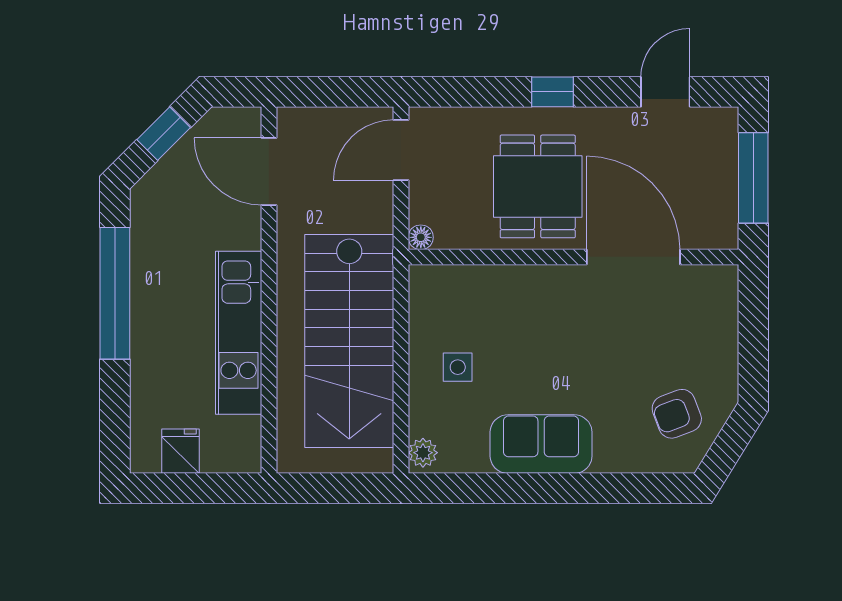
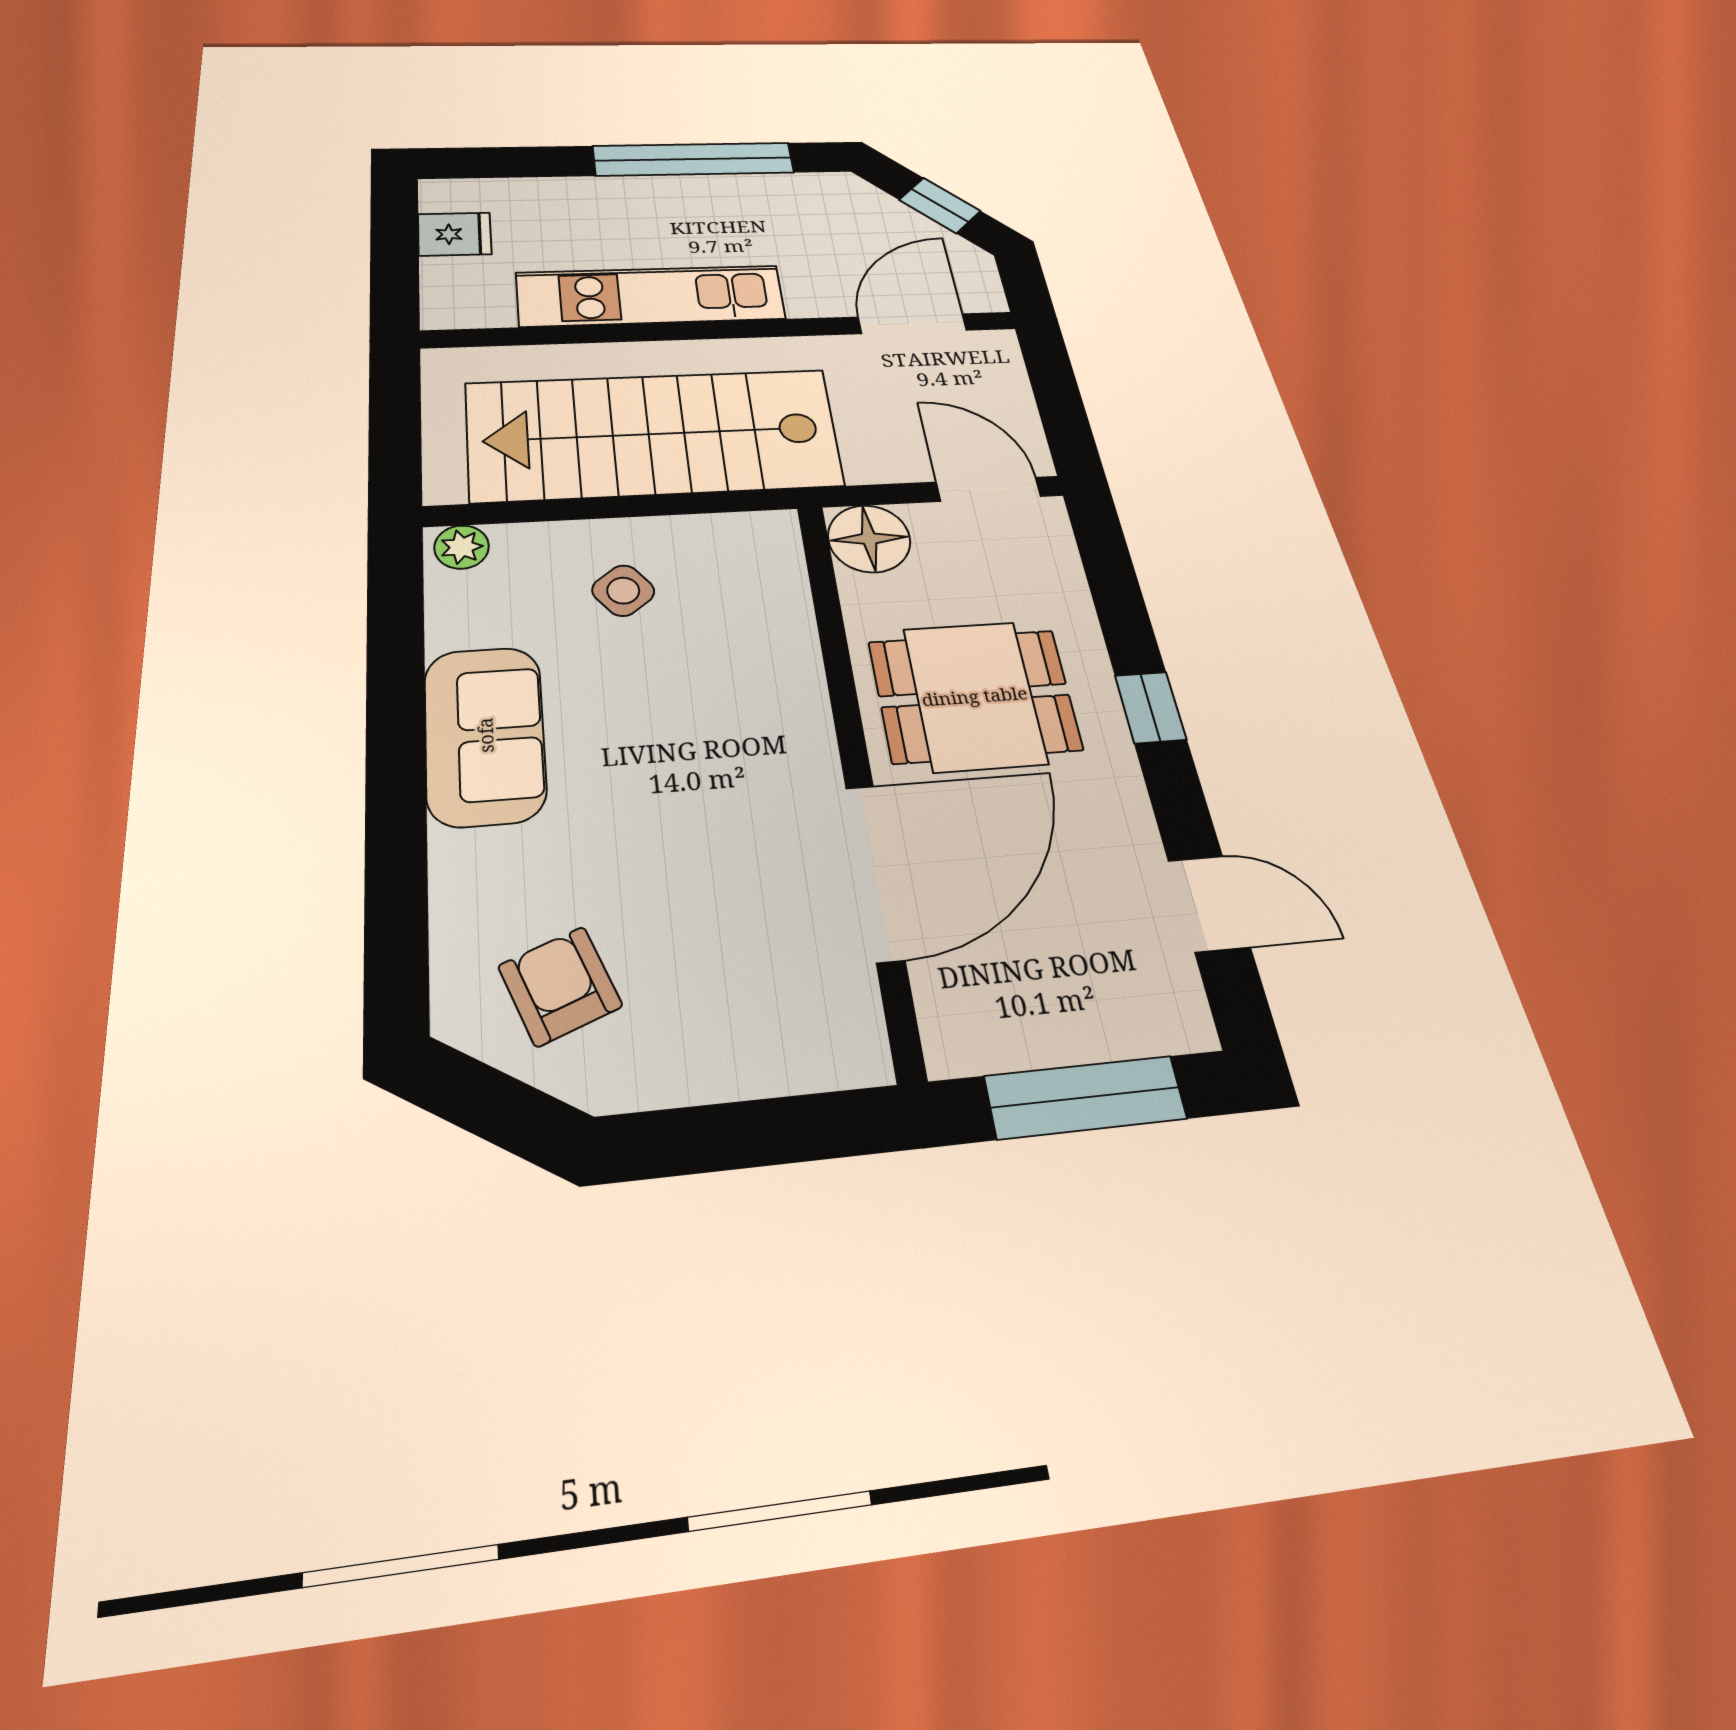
floor lamp: (421, 237) -> (869, 539), width x1.89, depth x1.89
side table: (458, 367) -> (623, 591), turned -38

